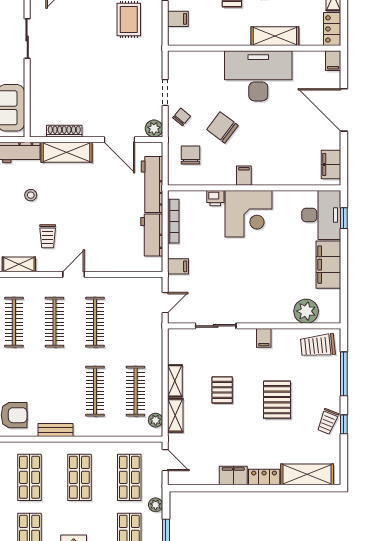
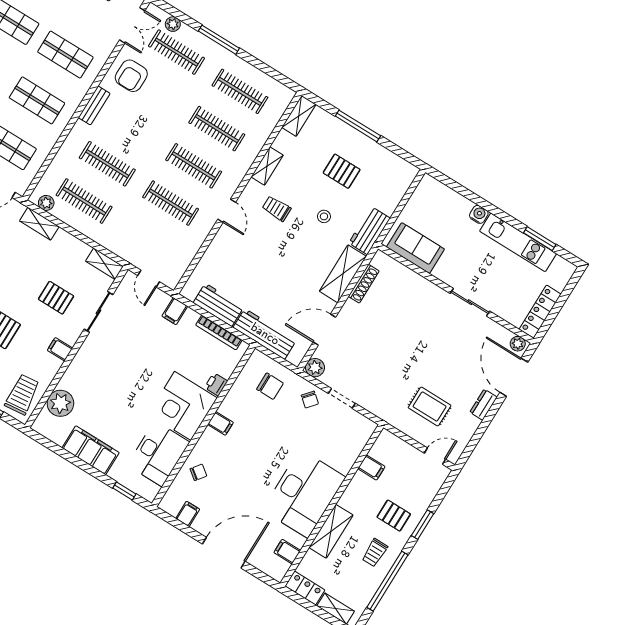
filing cabinet: (178, 19) -> (371, 468), moved, turned -90
filing cabinet: (333, 61) -> (287, 552), moved
chair: (222, 128) -> (198, 472), moved, width x0.54, depth x0.54
filing cabinet: (331, 164) -> (188, 514), width x0.50
desk: (321, 215) -> (158, 454), moved, turned -90
shelving: (175, 381) -> (104, 264), moved
pallet: (222, 390) -> (56, 298), moved

